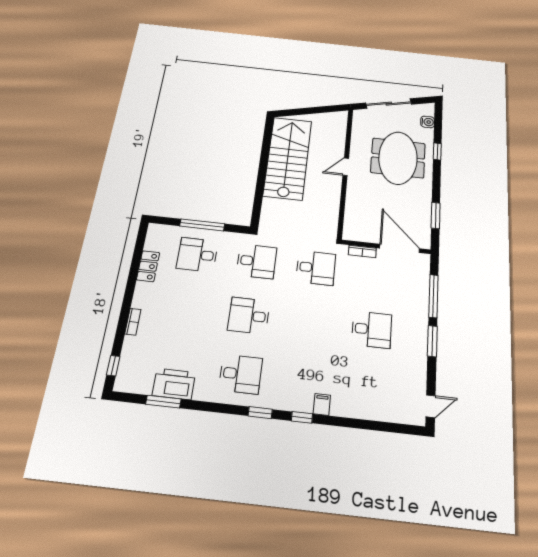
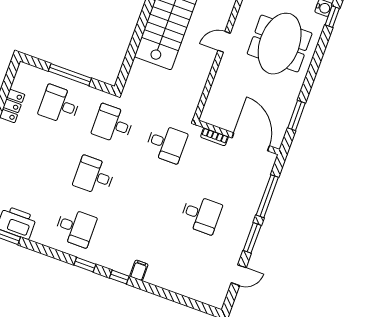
window: (437, 151) -> (332, 17), moved
desk: (257, 261) -> (113, 124), turned 180
door: (431, 406) -> (239, 275), moved

